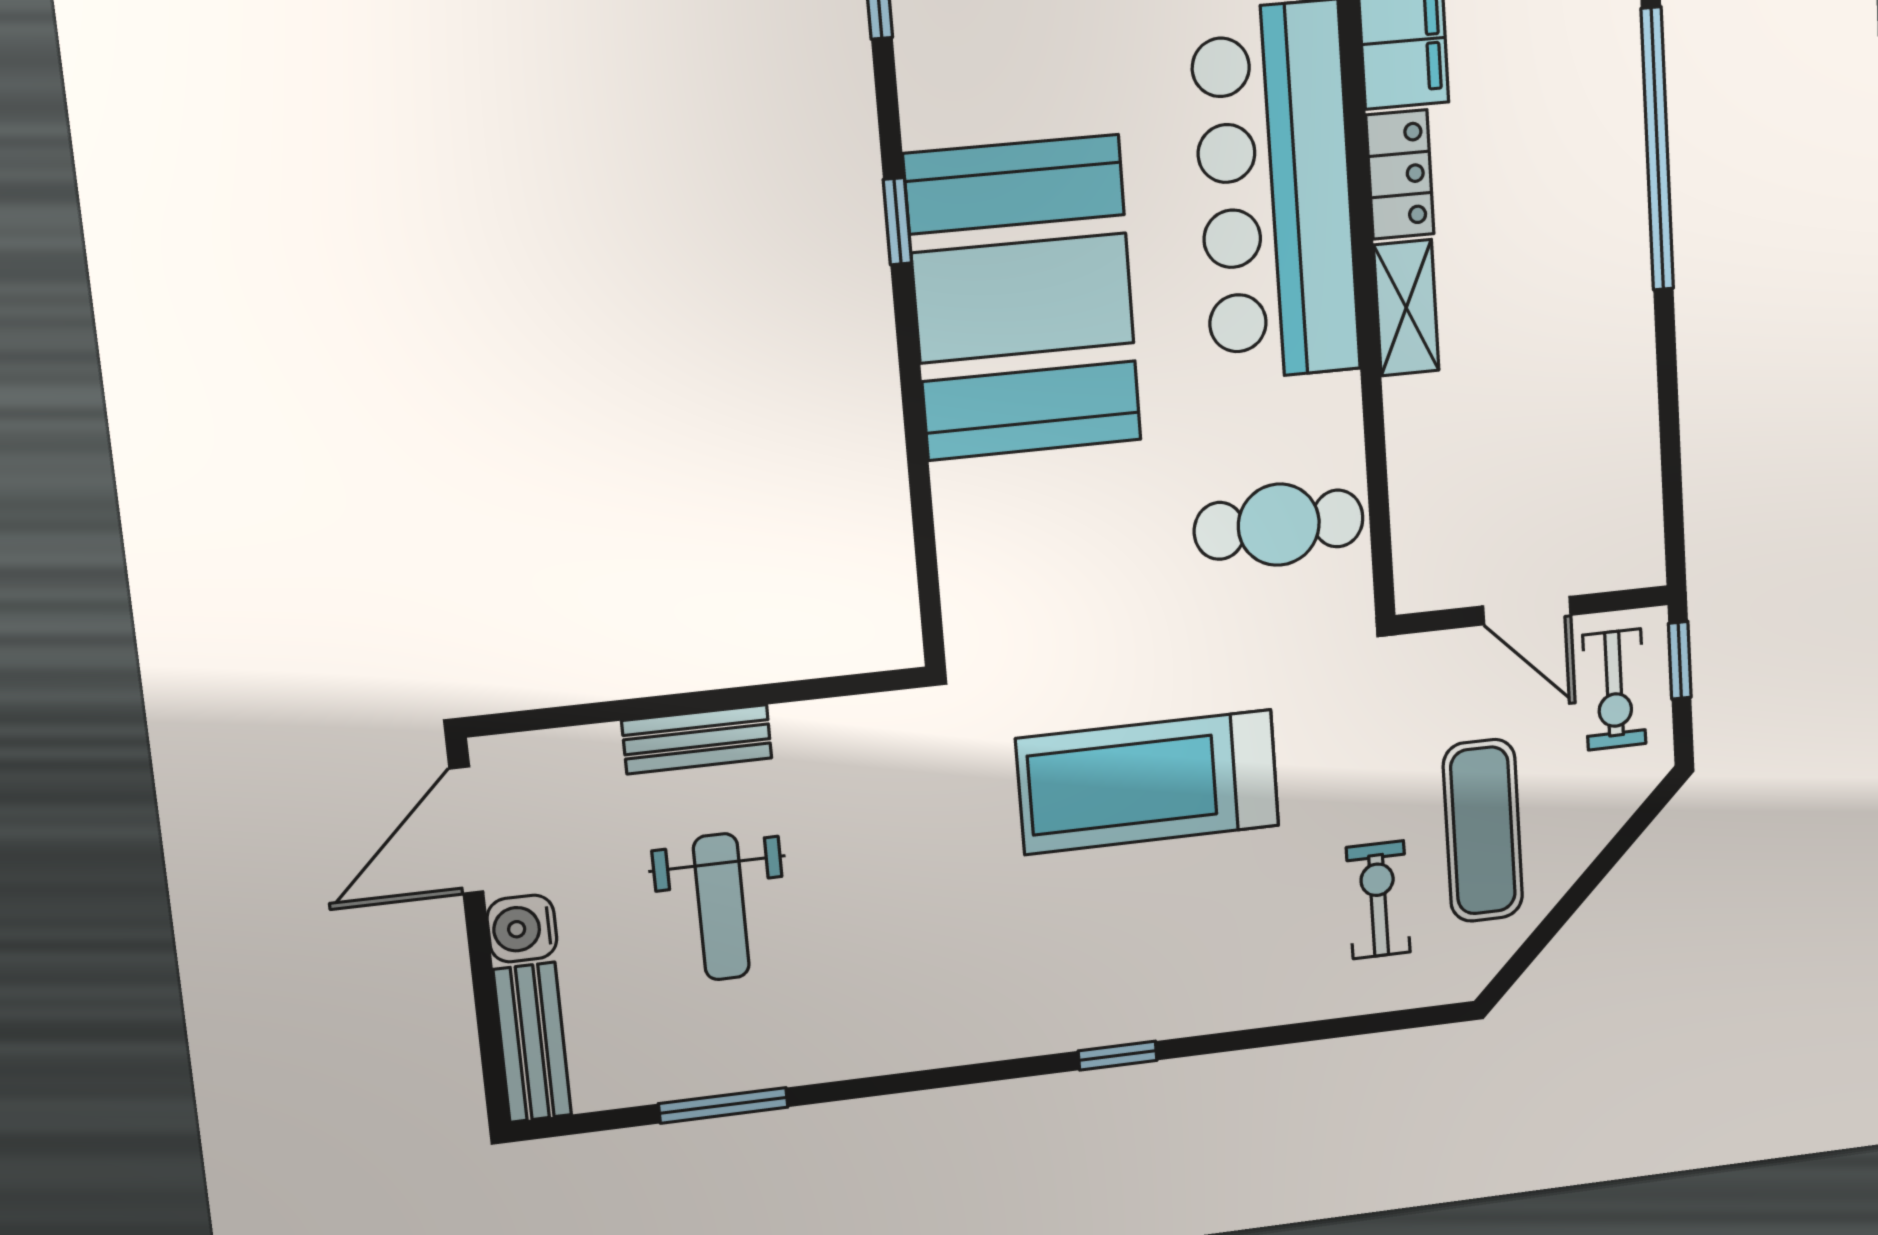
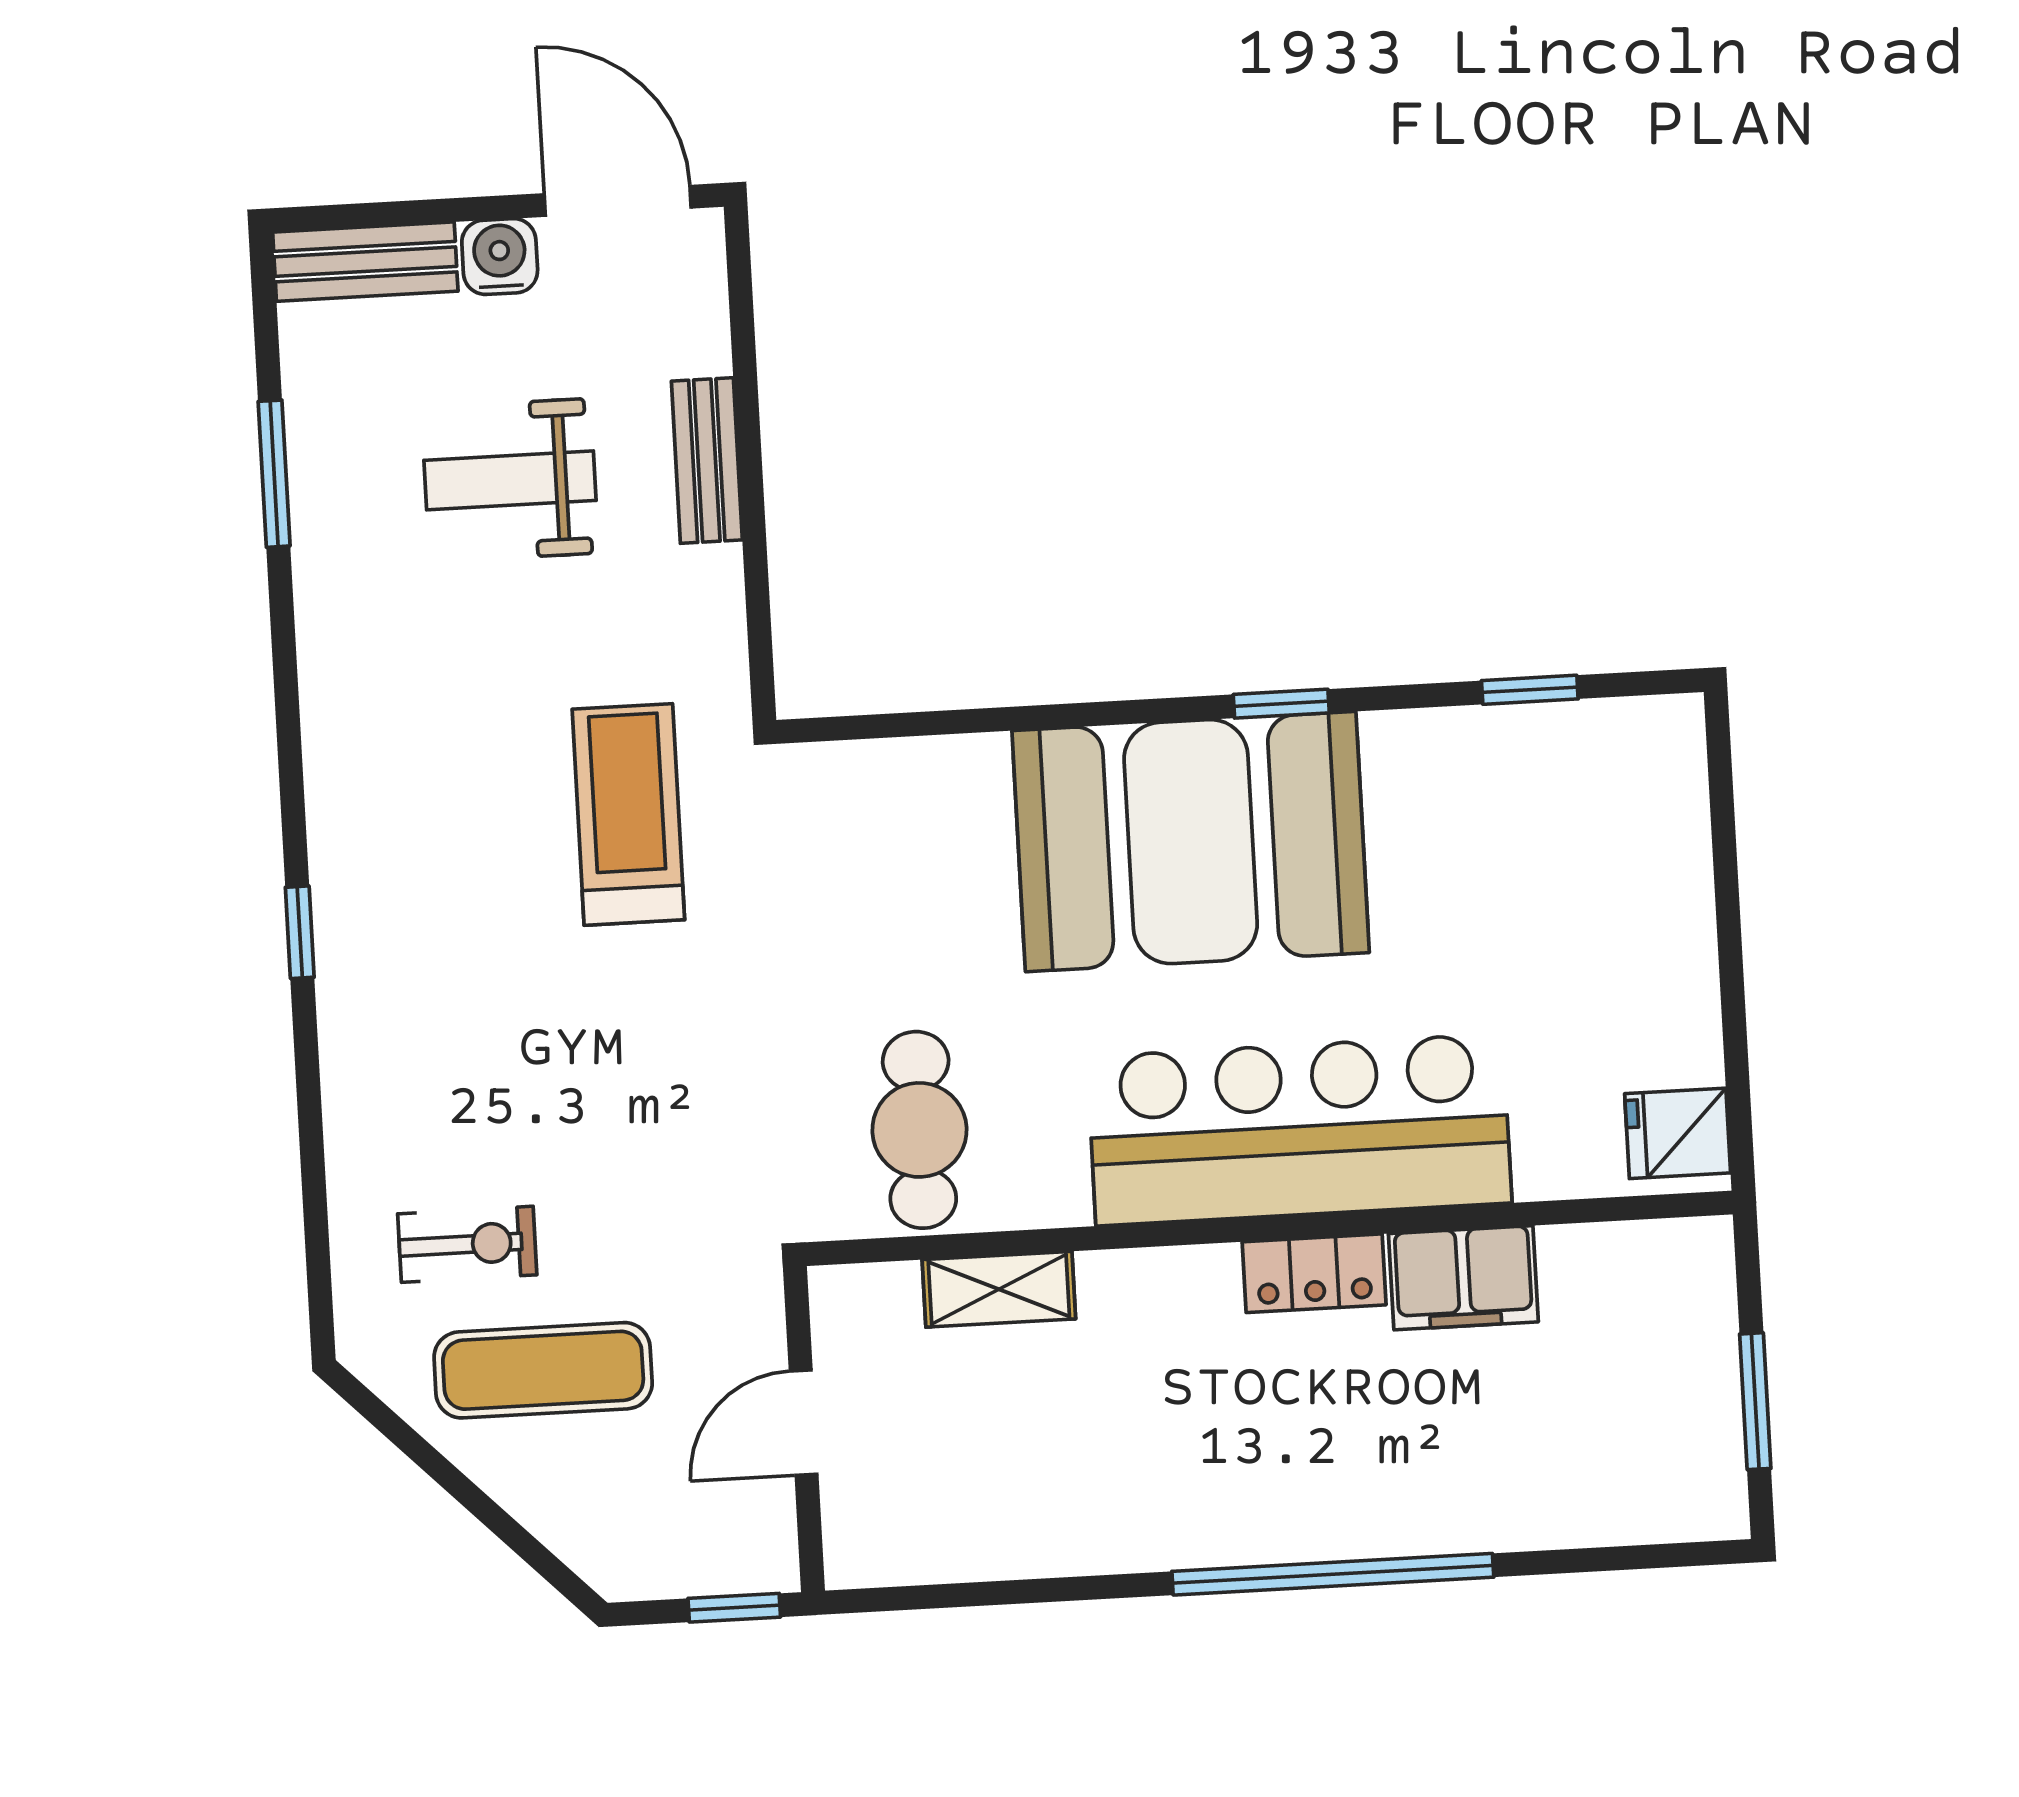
shelving: (1406, 308) -> (999, 1289), moved
exercise bike: (1614, 689) -> (704, 1529), removed
treadmill: (1148, 782) -> (628, 814), moved, width x0.73, depth x0.73

